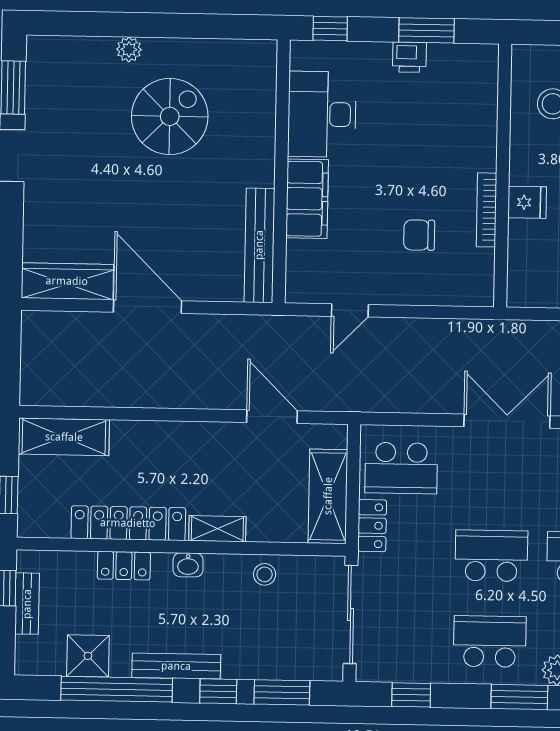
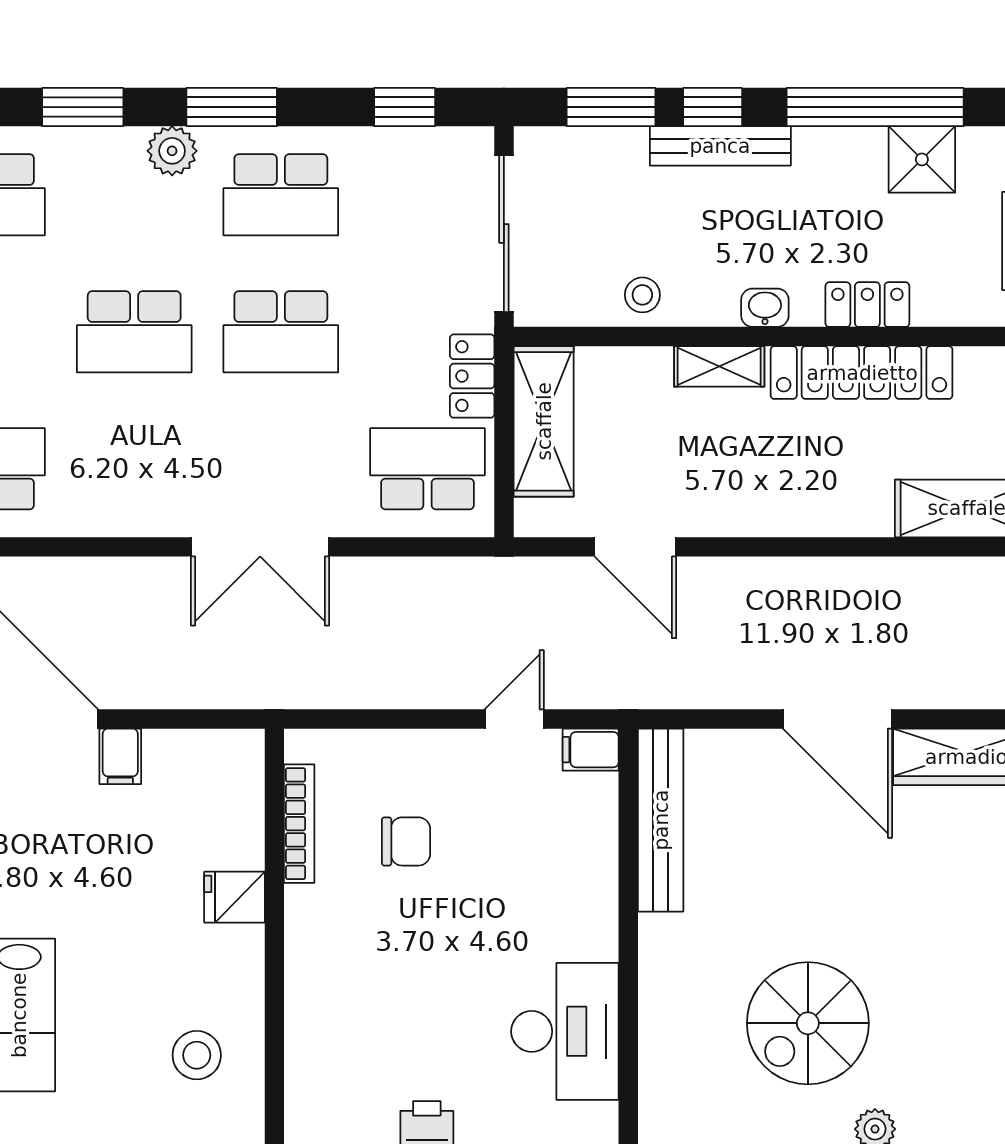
filing cabinet: (307, 199) -> (591, 750), moved, width x0.33, depth x0.86
bookcase: (486, 210) -> (299, 824), moved
bench: (176, 666) -> (720, 146), moved

